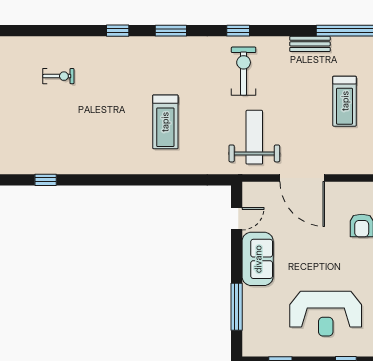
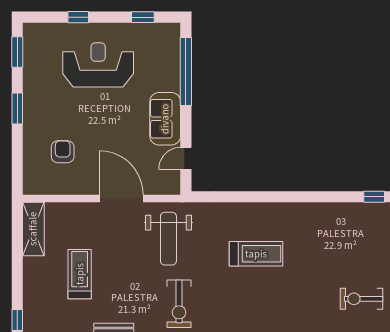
exercise bike: (58, 76) -> (362, 299), width x1.38, depth x1.39
treadmill: (165, 122) -> (256, 254), turned 90
window: (237, 307) -> (186, 72), width x1.46

